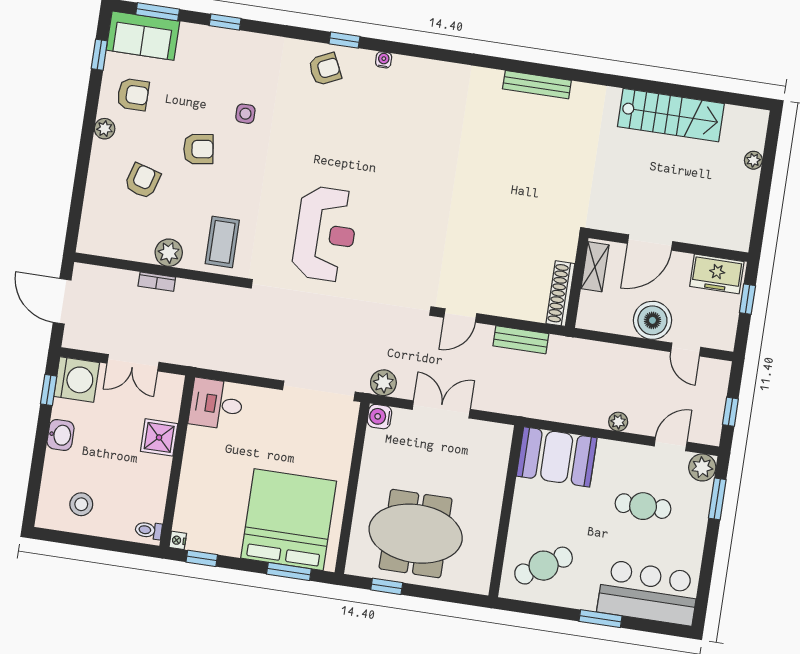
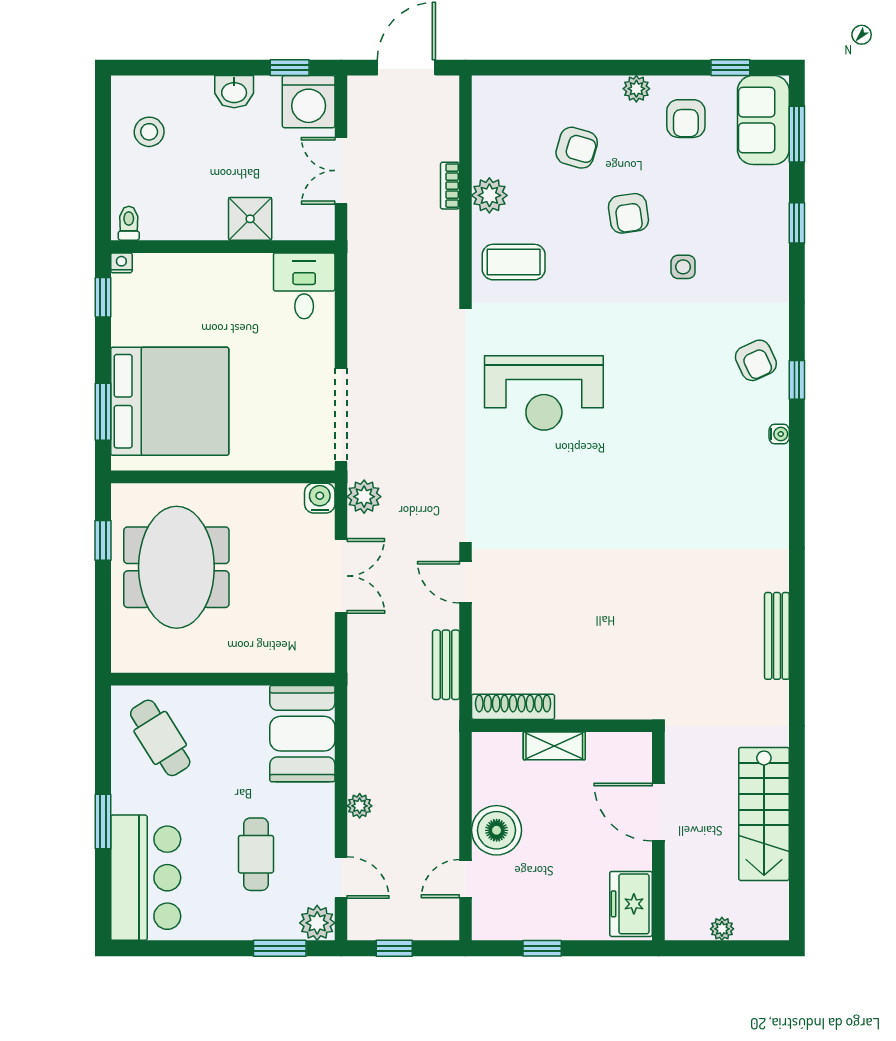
door: (650, 242) -> (658, 812), moved
wall: (668, 245) -> (658, 836), moved
freezer: (717, 274) -> (631, 904), moved

